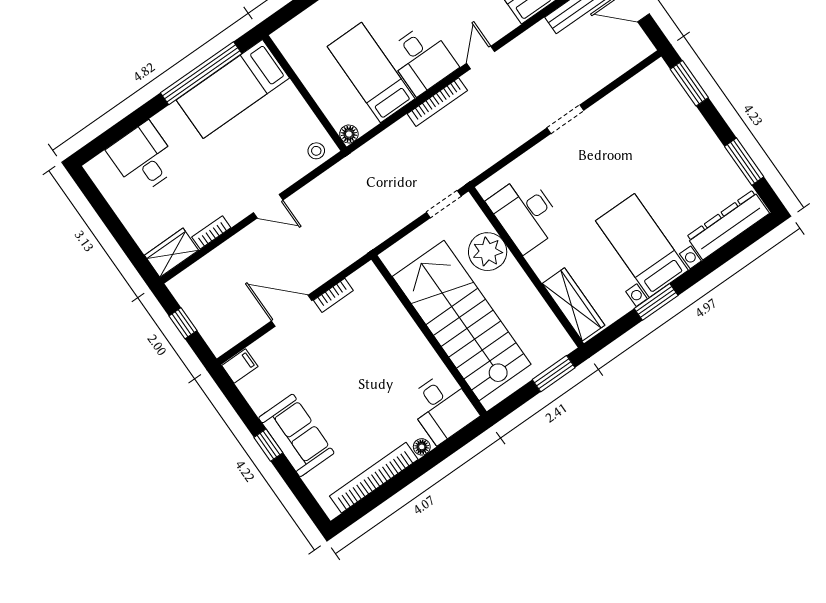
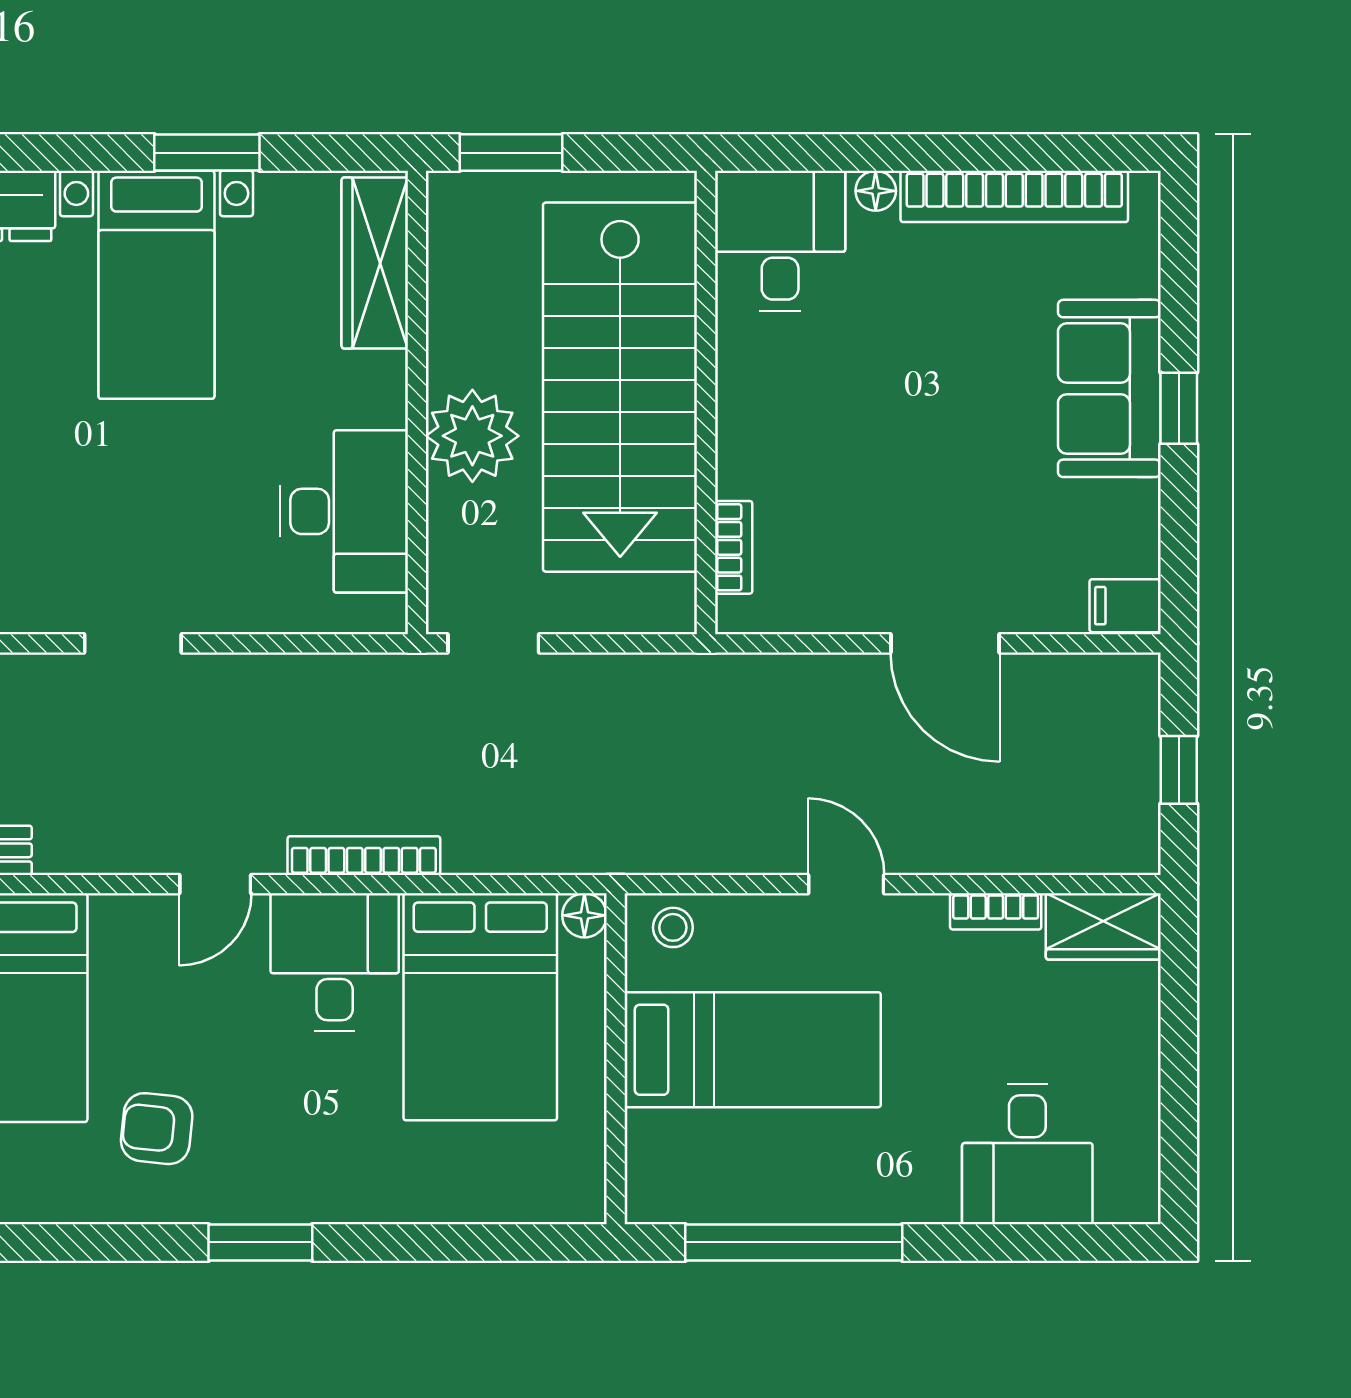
bed: (371, 73) -> (480, 1007), width x1.50
bed: (233, 89) -> (753, 1050), moved
plant: (488, 252) -> (472, 436), moved
bookcase: (333, 295) -> (734, 547), moved, turned 90

